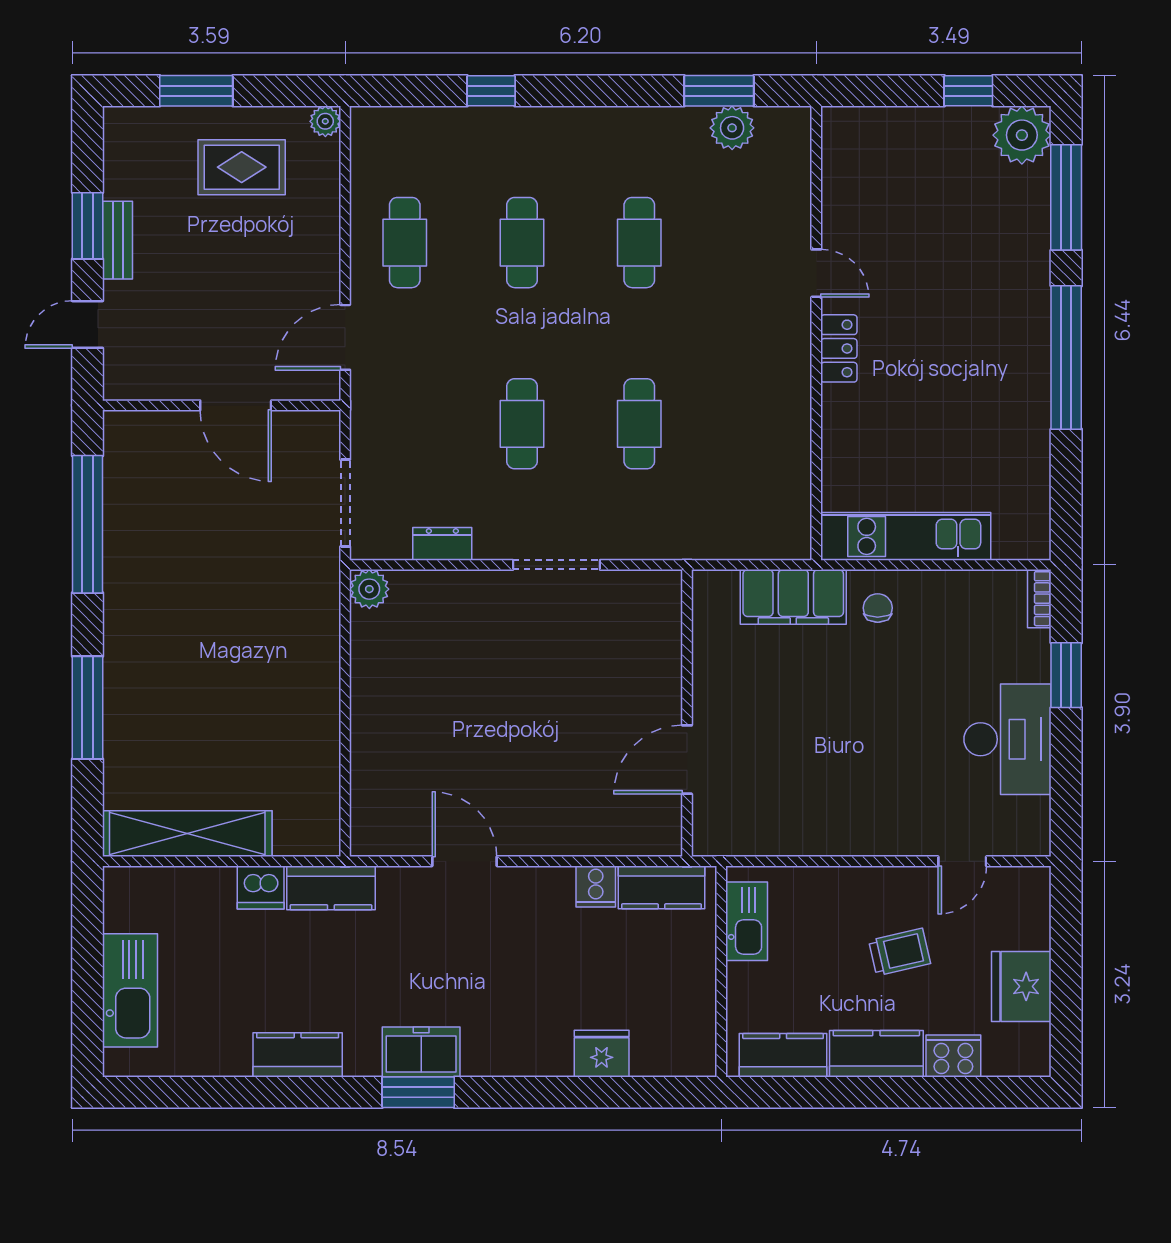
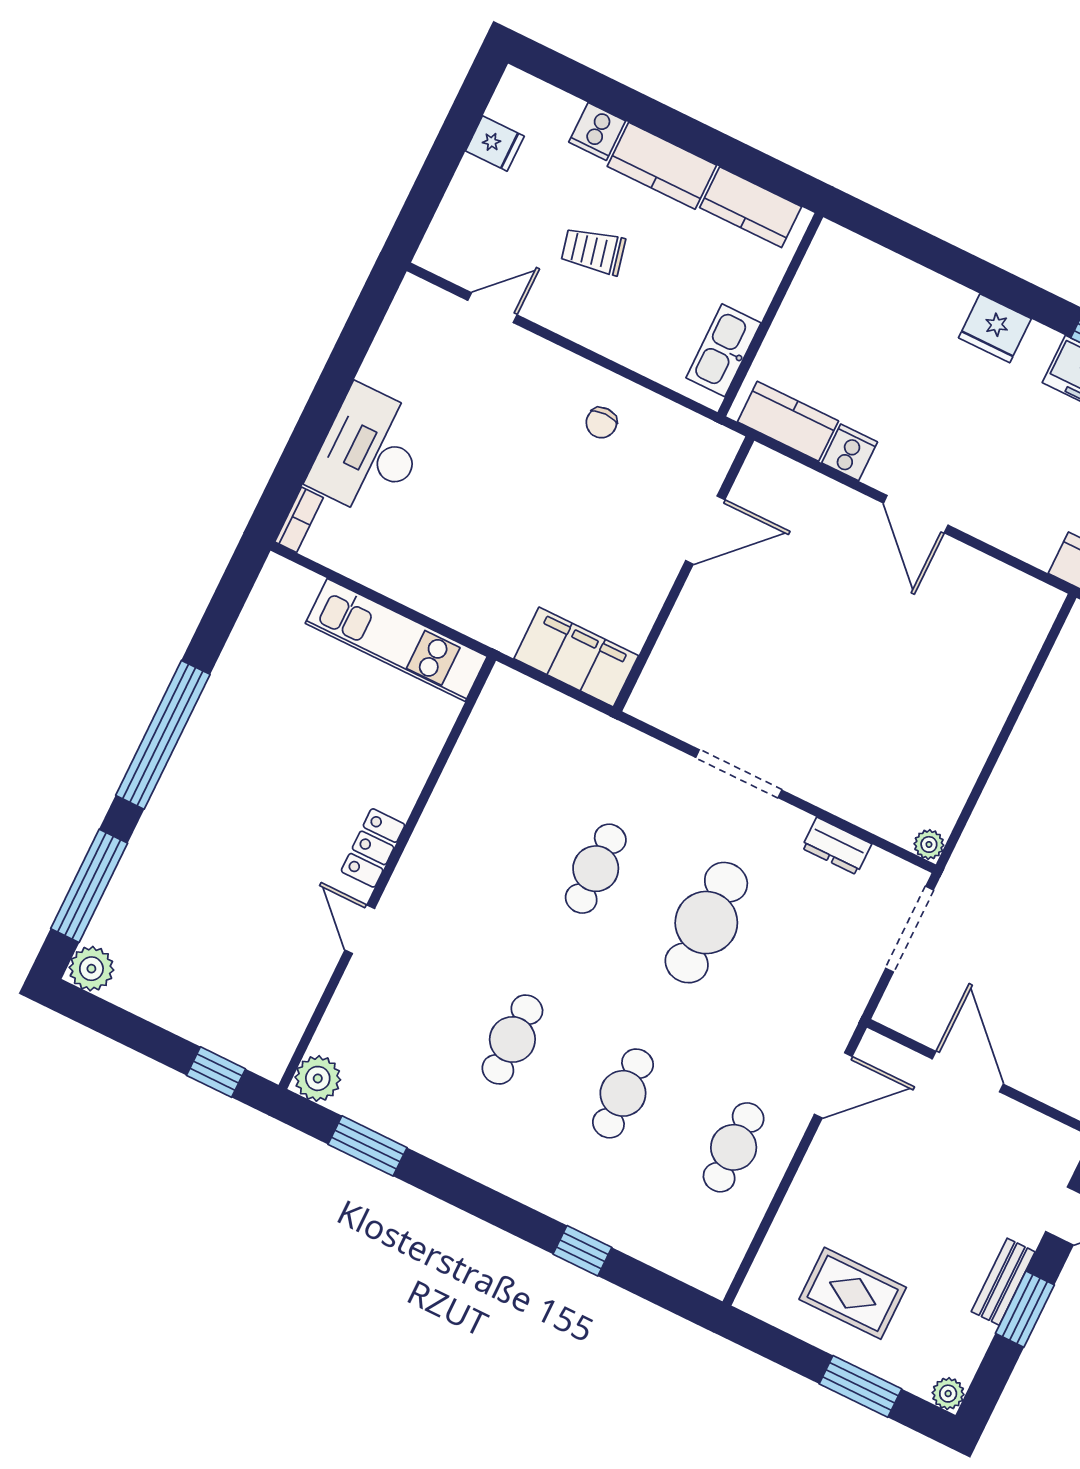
window: (968, 91) -> (216, 1072), moved
plant: (325, 121) -> (948, 1394), moved
plant: (732, 128) -> (318, 1078), moved
plant: (1022, 135) -> (91, 969), width x0.73, depth x0.73
cafe table: (522, 424) -> (706, 923), width x1.37, depth x1.35
plant: (369, 589) -> (929, 844), width x0.73, depth x0.73
filing cabinet: (793, 597) -> (576, 657), moved
chair: (878, 608) -> (601, 423), moved
window: (1066, 675) -> (309, 435), removed
desk: (1008, 739) -> (369, 452), moved
door: (464, 861) -> (916, 514), moved
fridge: (1021, 986) -> (495, 144), width x0.53, depth x0.75
fridge: (602, 1054) -> (995, 328), moved
cooker: (953, 1056) -> (597, 132), width x0.73

